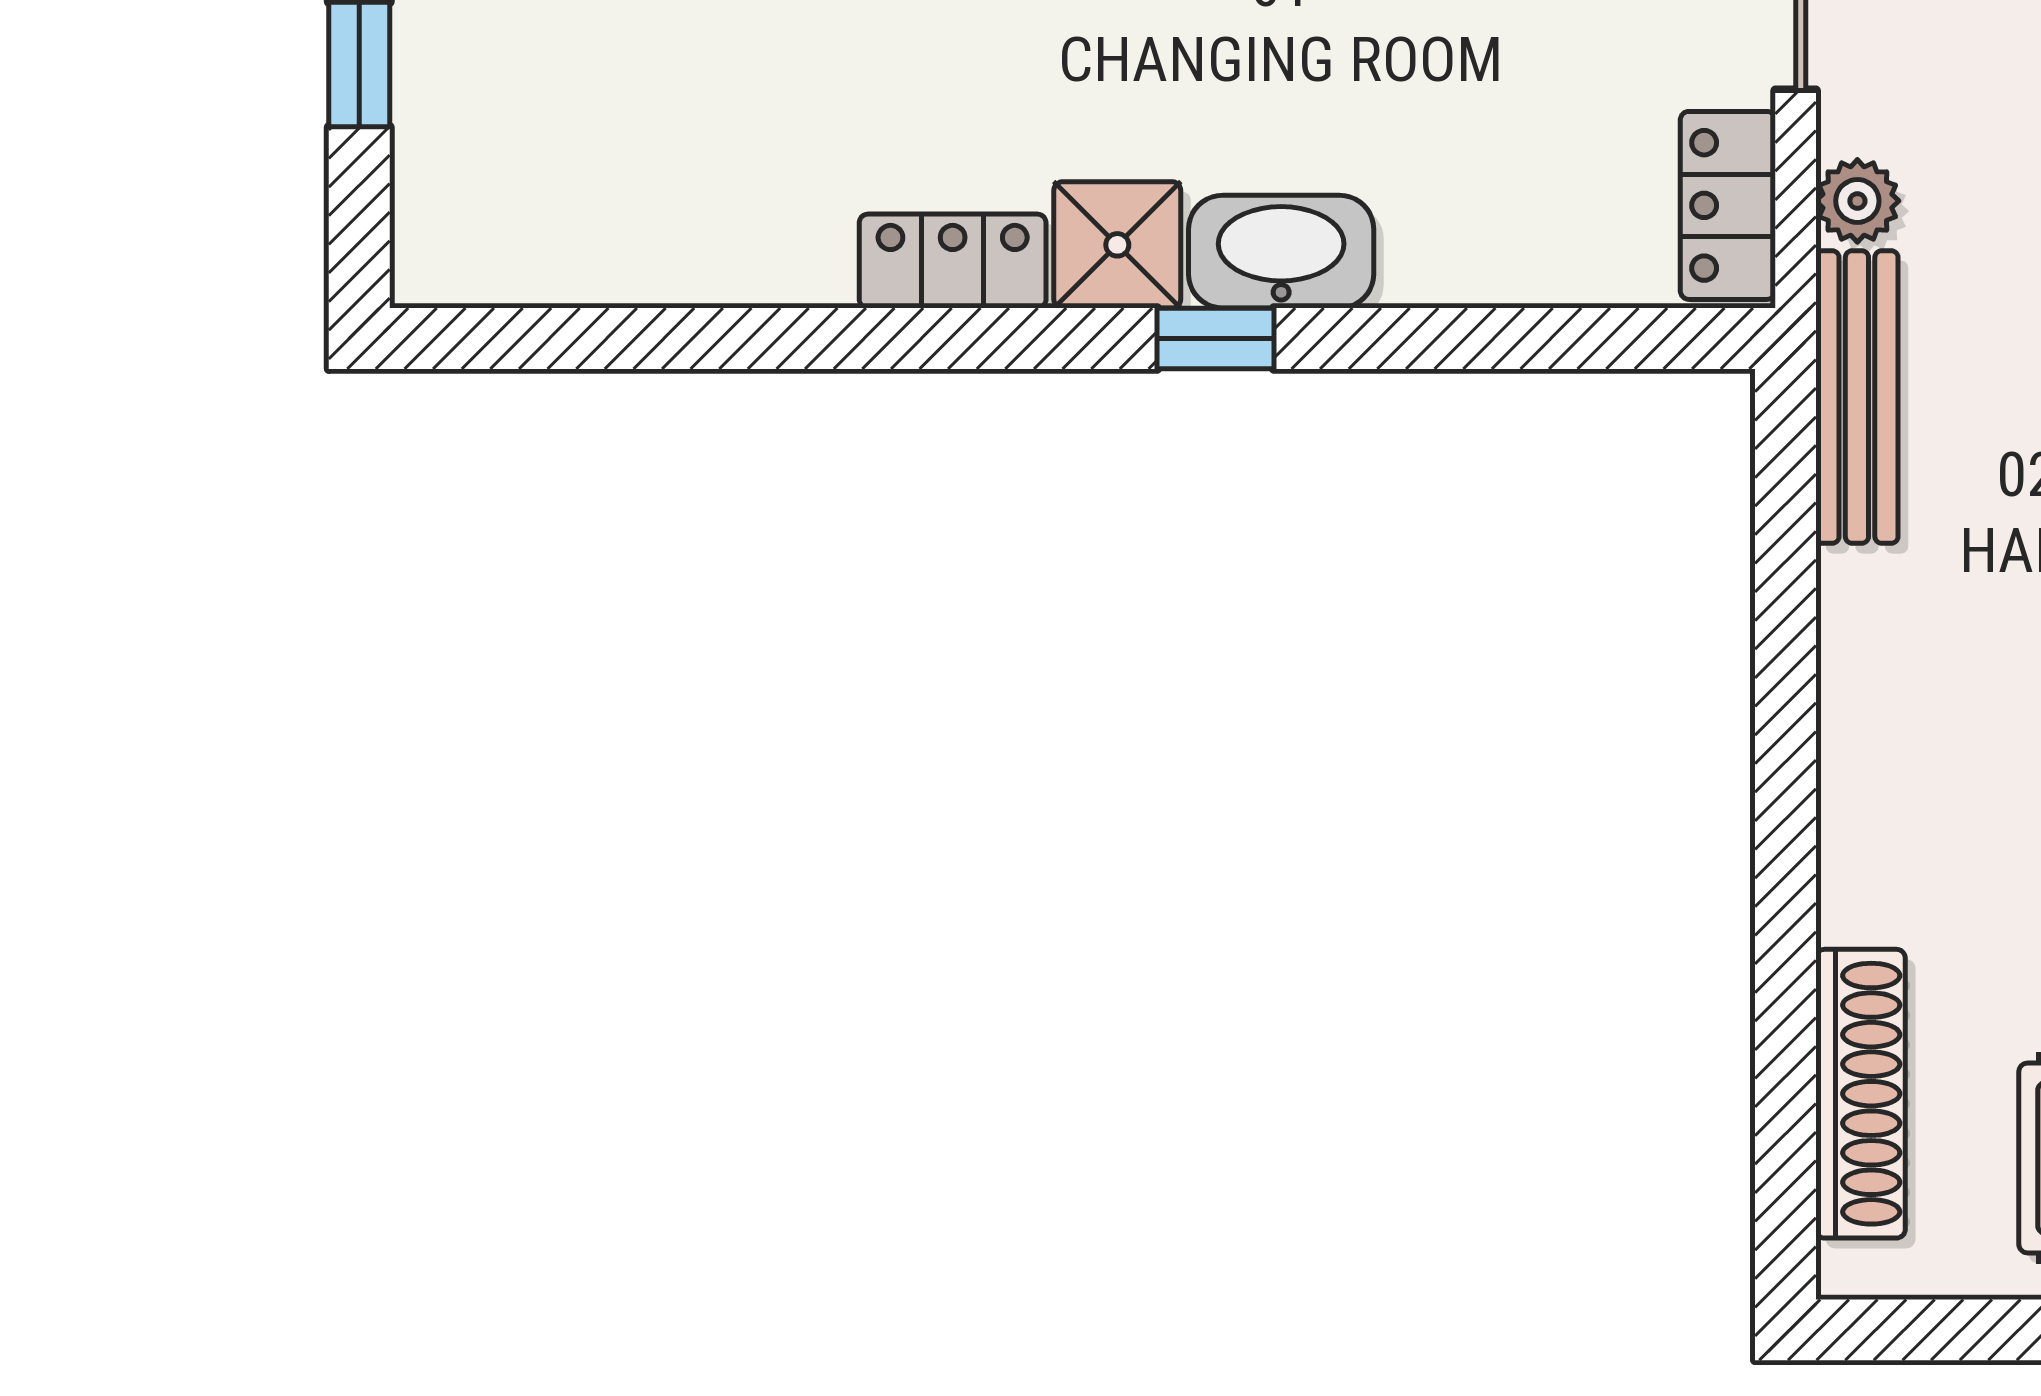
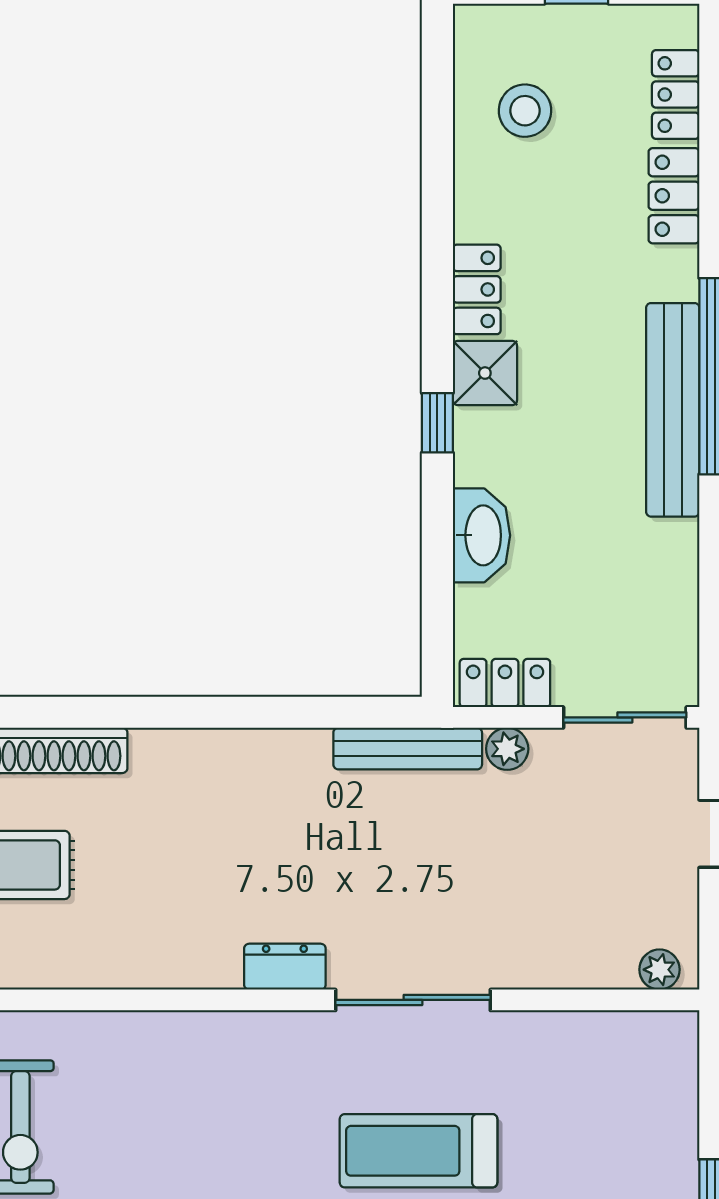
stool: (601, 166) -> (525, 111), added
washbasin: (1281, 252) -> (481, 535), moved

